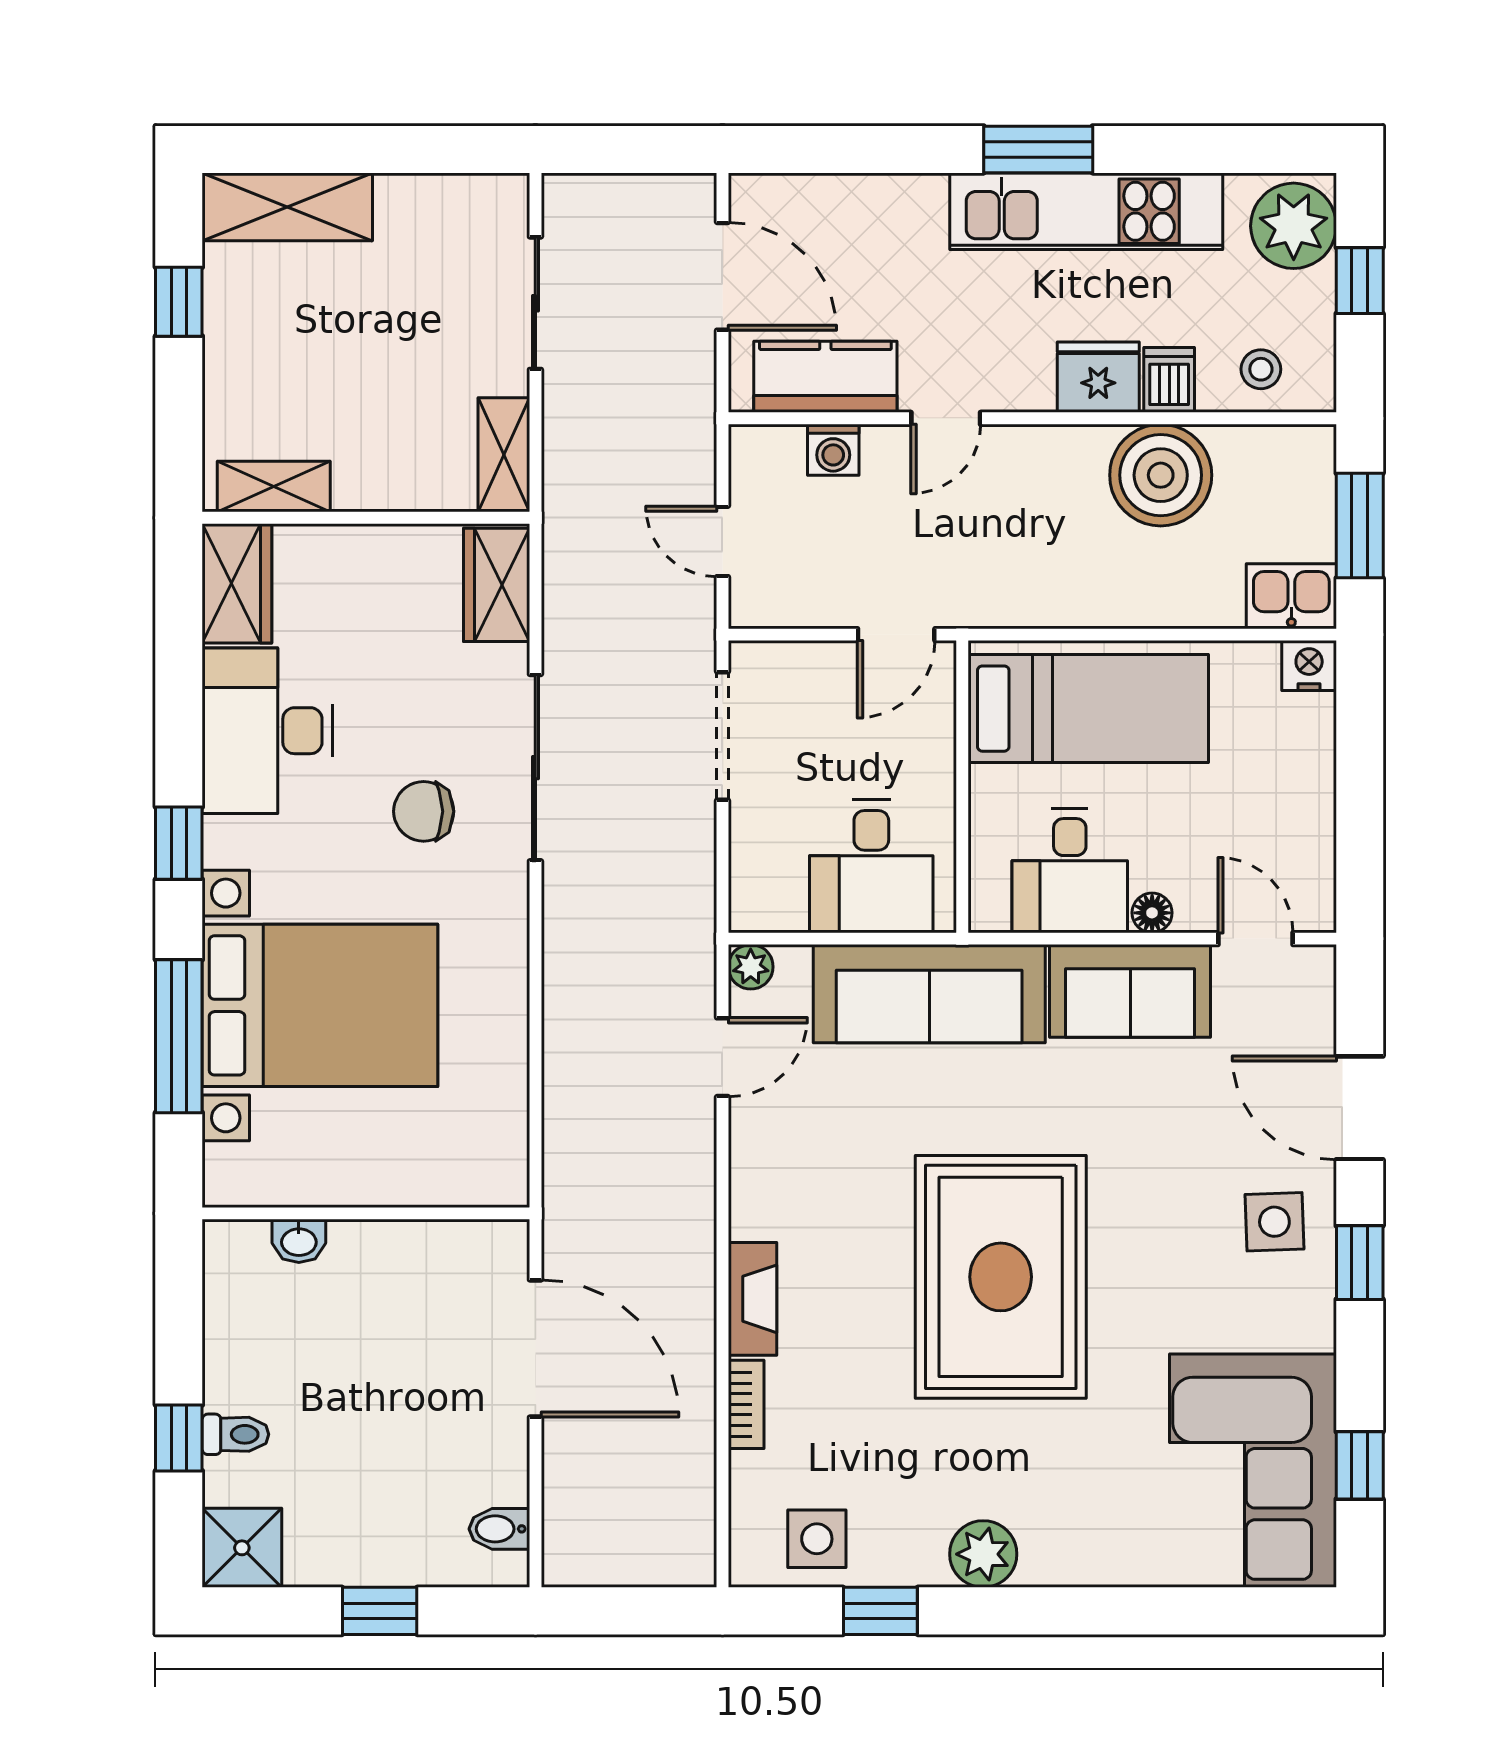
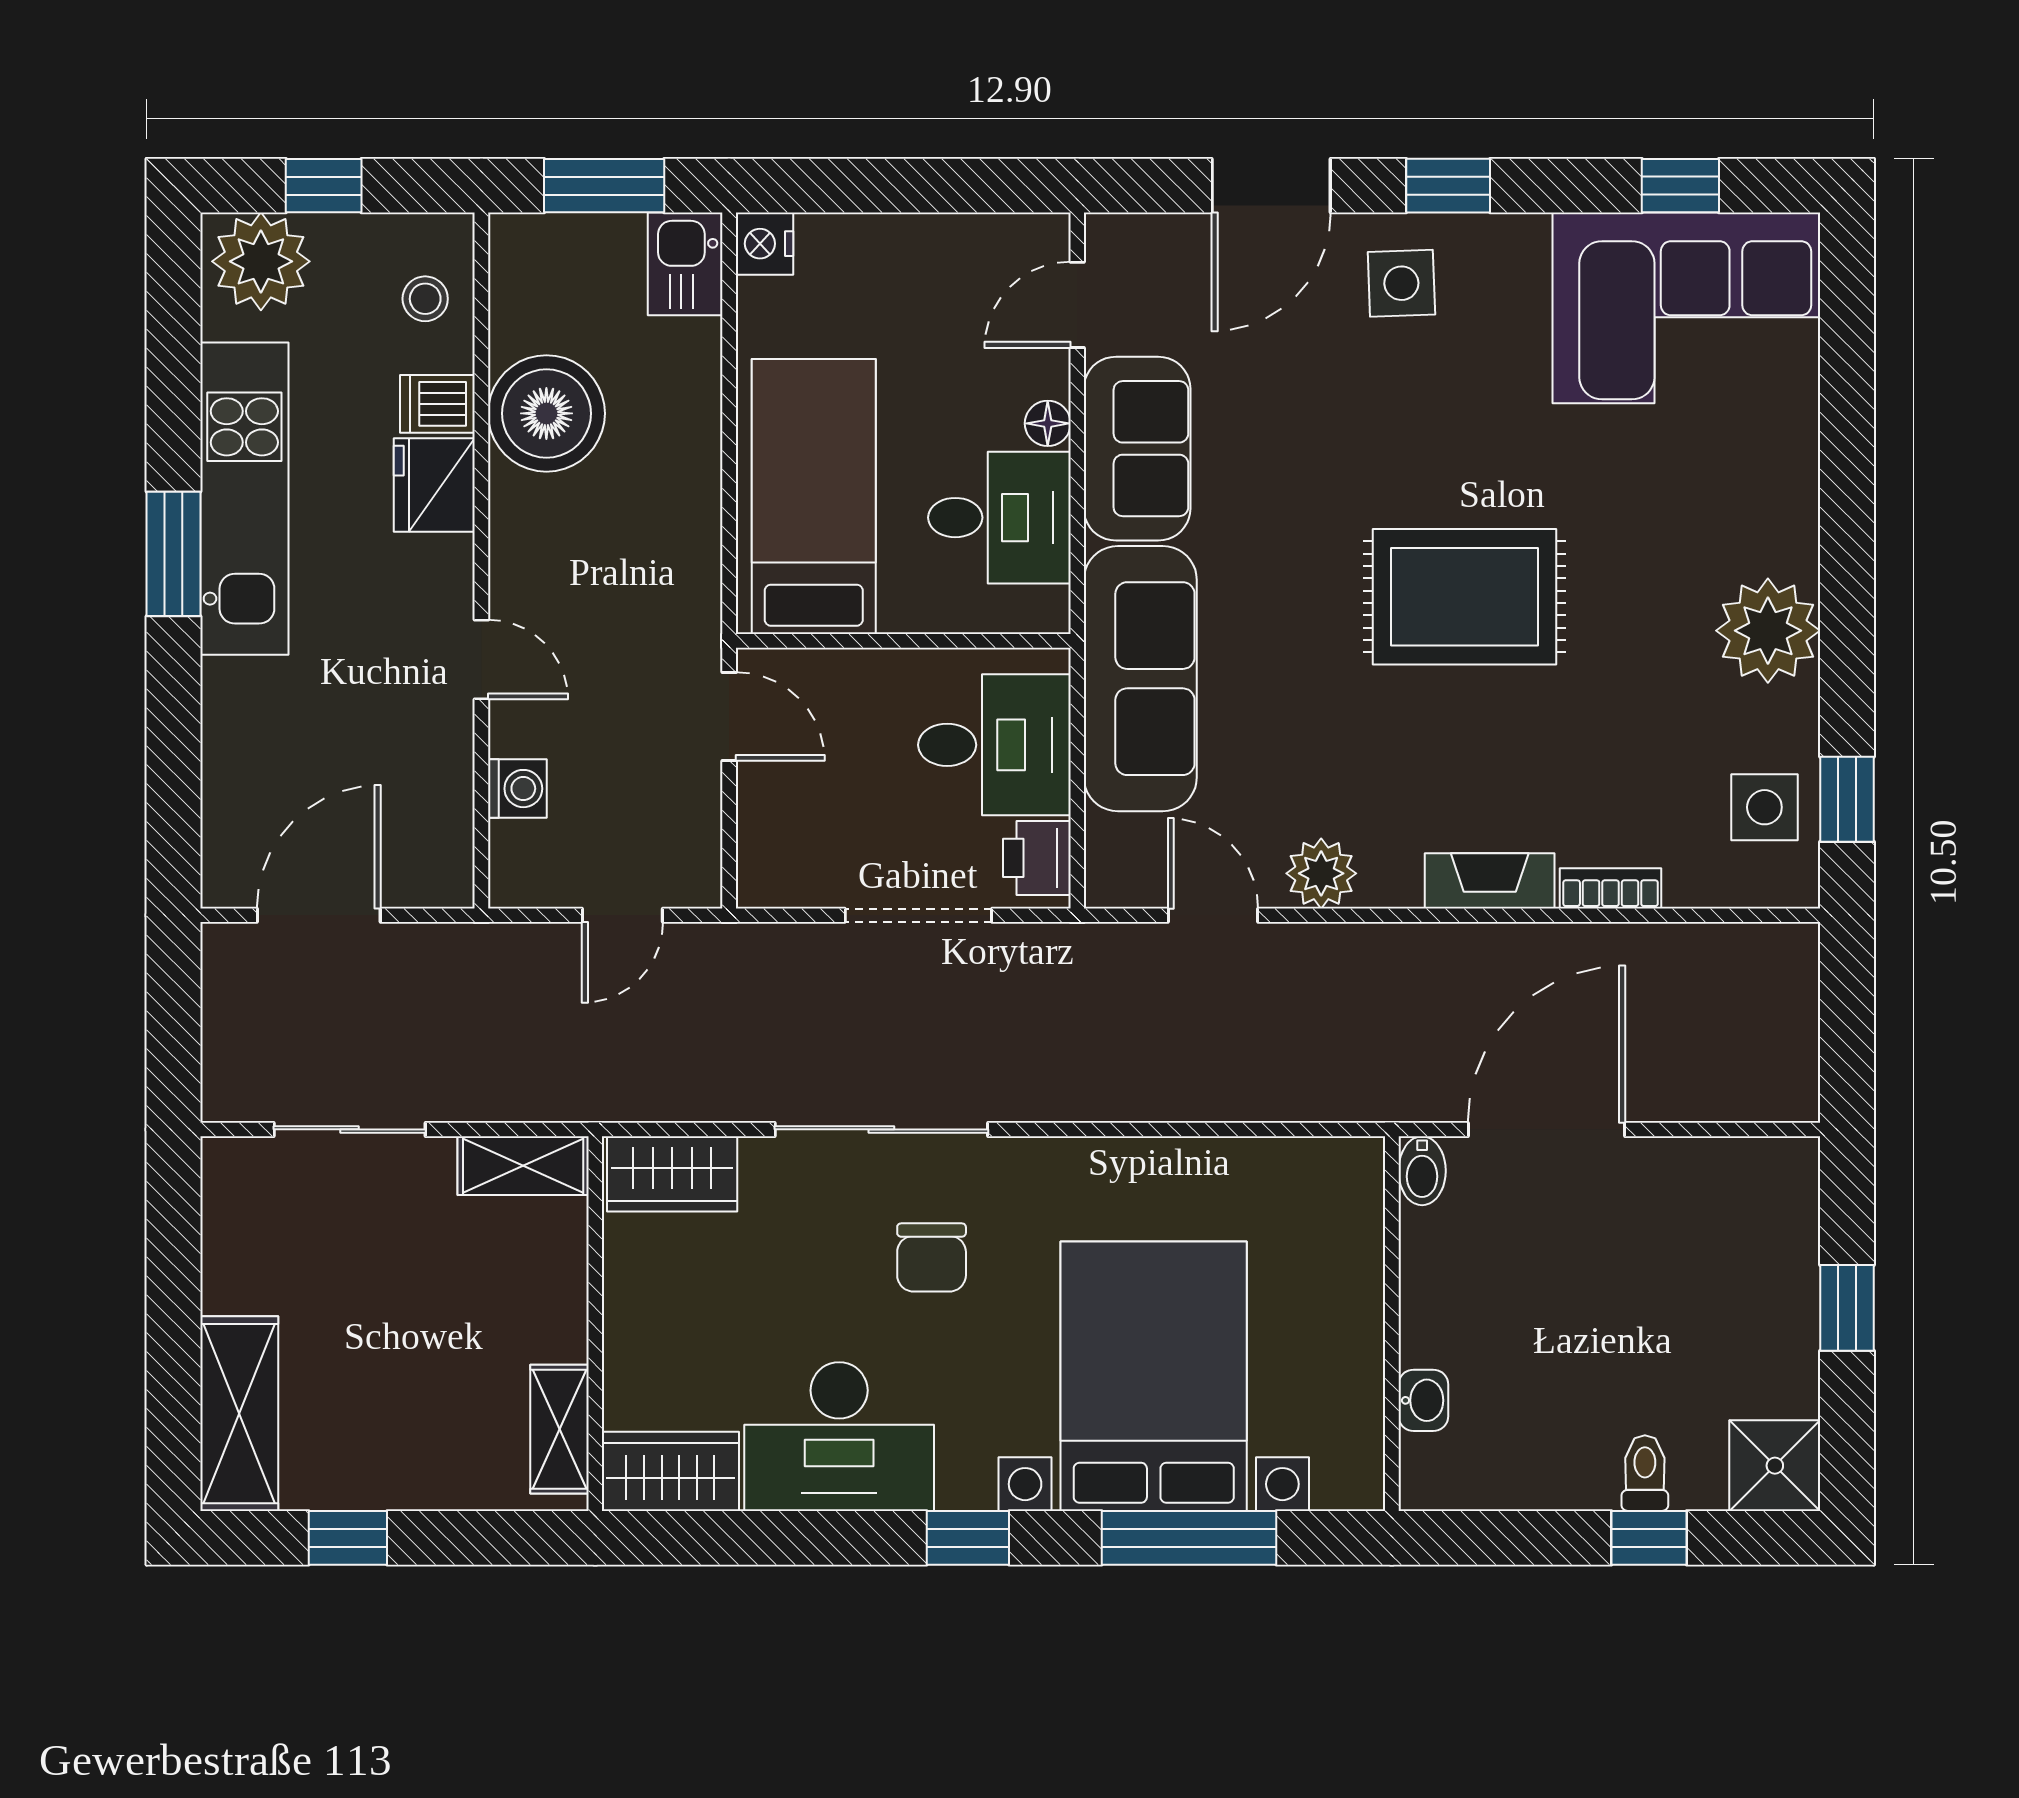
kitchen counter: (825, 377) -> (434, 797), removed
doorway: (722, 736) -> (918, 915), moved
printer: (773, 903) -> (1037, 858), added
plant: (751, 967) -> (1321, 873), moved, width x1.38, depth x1.38
rug: (1001, 1277) -> (1465, 597), width x0.73, depth x0.69
bidet: (499, 1529) -> (1422, 1171), moved
plant: (983, 1554) -> (1768, 631), width x1.36, depth x1.36
window: (880, 1611) -> (1847, 799), moved

